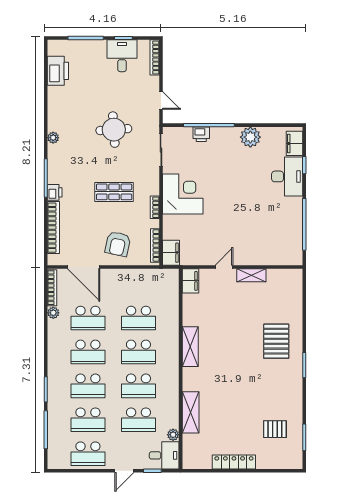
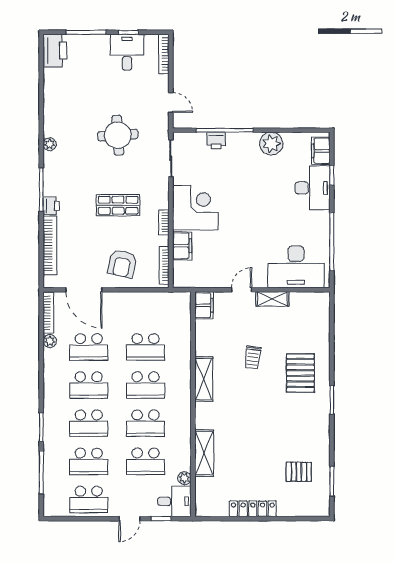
printer: (58, 71) -> (55, 51), moved
desk: (272, 247) -> (296, 267), added
filing cabinet: (171, 253) -> (182, 246), moved
trolley: (234, 327) -> (253, 358), added

